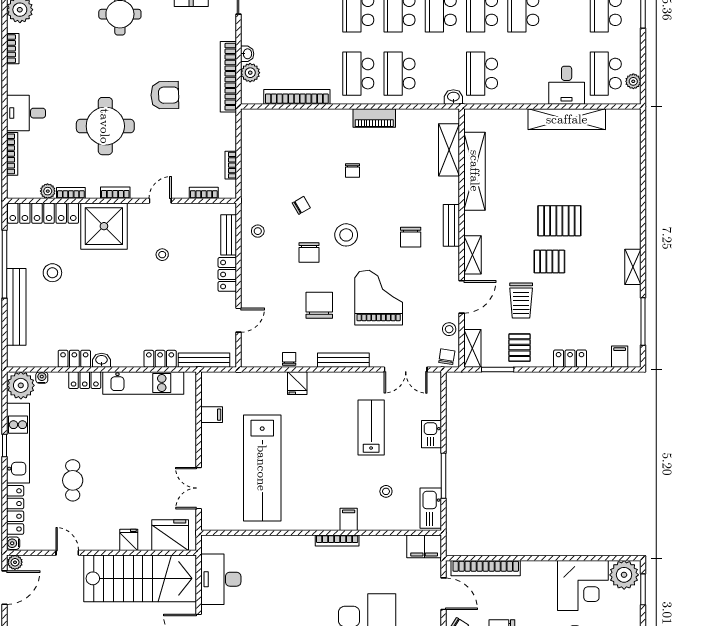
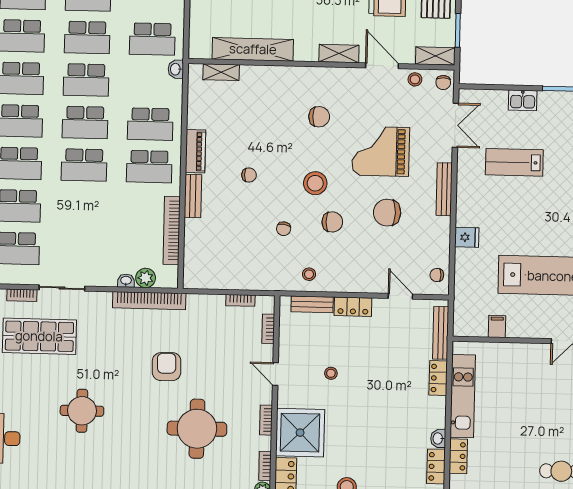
shelving: (449, 150) -> (221, 72), width x0.67, depth x0.75
chair: (301, 205) -> (284, 229), turned -141
bench: (451, 225) -> (193, 196), moved, turned 90
chair: (447, 357) -> (443, 83), turned -99
chair: (289, 359) -> (437, 275), moved

